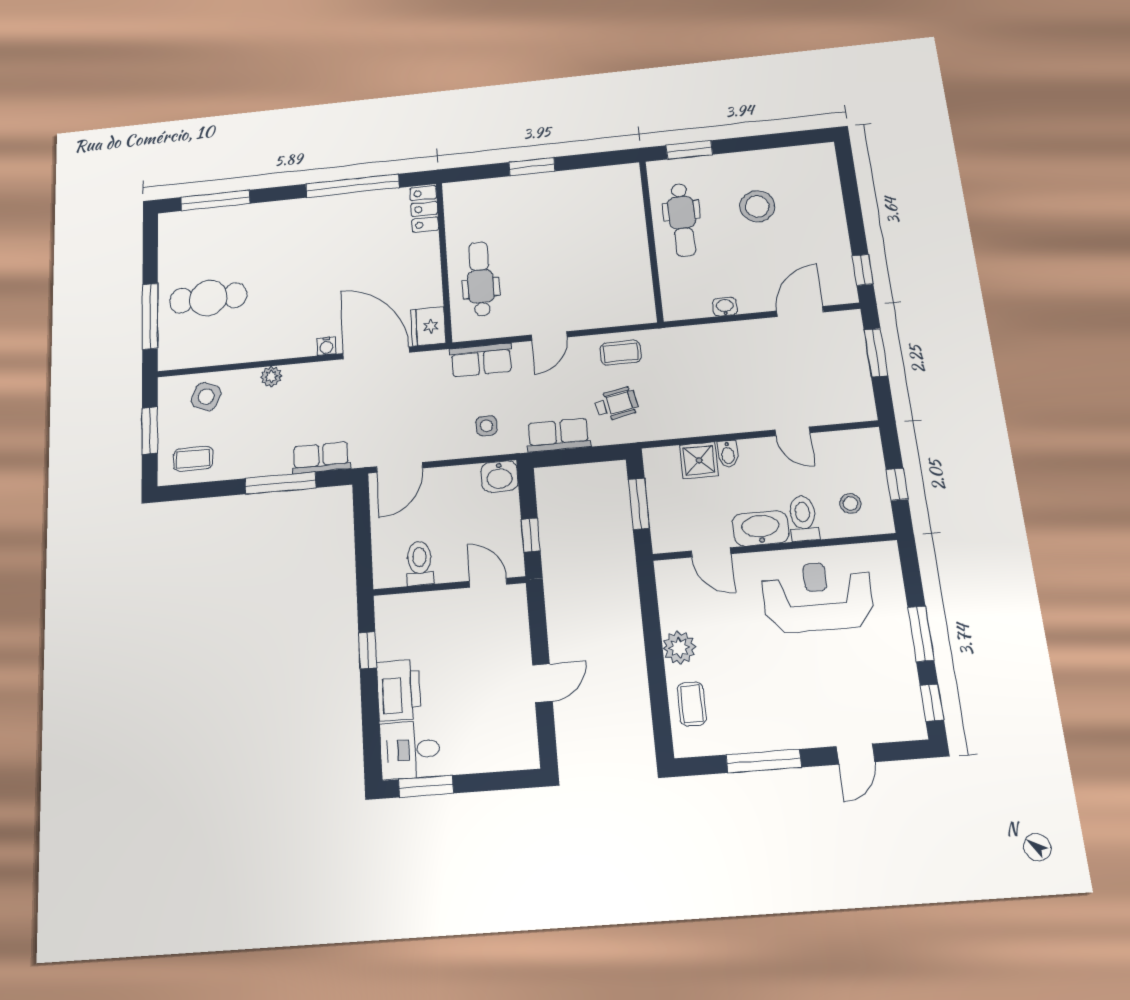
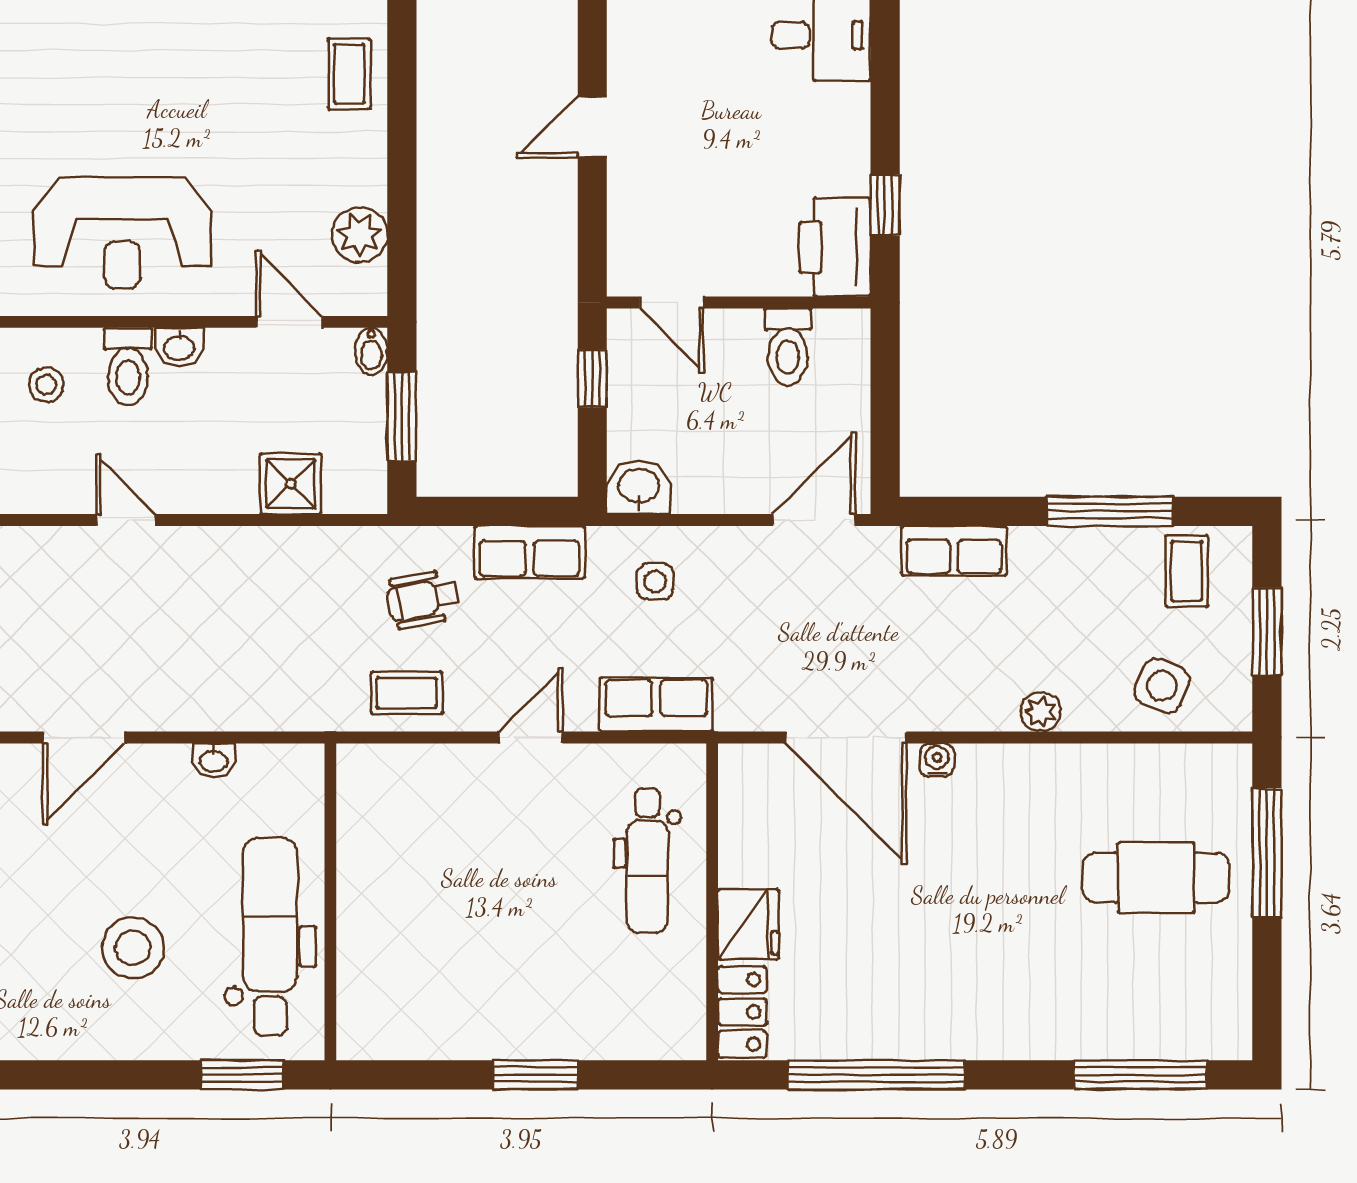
dental chair: (682, 220) -> (270, 937), width x1.36, depth x1.38
fridge: (428, 326) -> (748, 924), moved
bidet: (728, 454) -> (371, 351), moved, turned 180
coffee table: (193, 459) -> (1187, 571), turned 90
window: (280, 483) -> (1110, 511), moved
washbasin: (761, 528) -> (179, 347), width x0.52, depth x0.69
plant: (679, 648) -> (360, 235), moved
printer: (399, 690) -> (835, 247), moved

